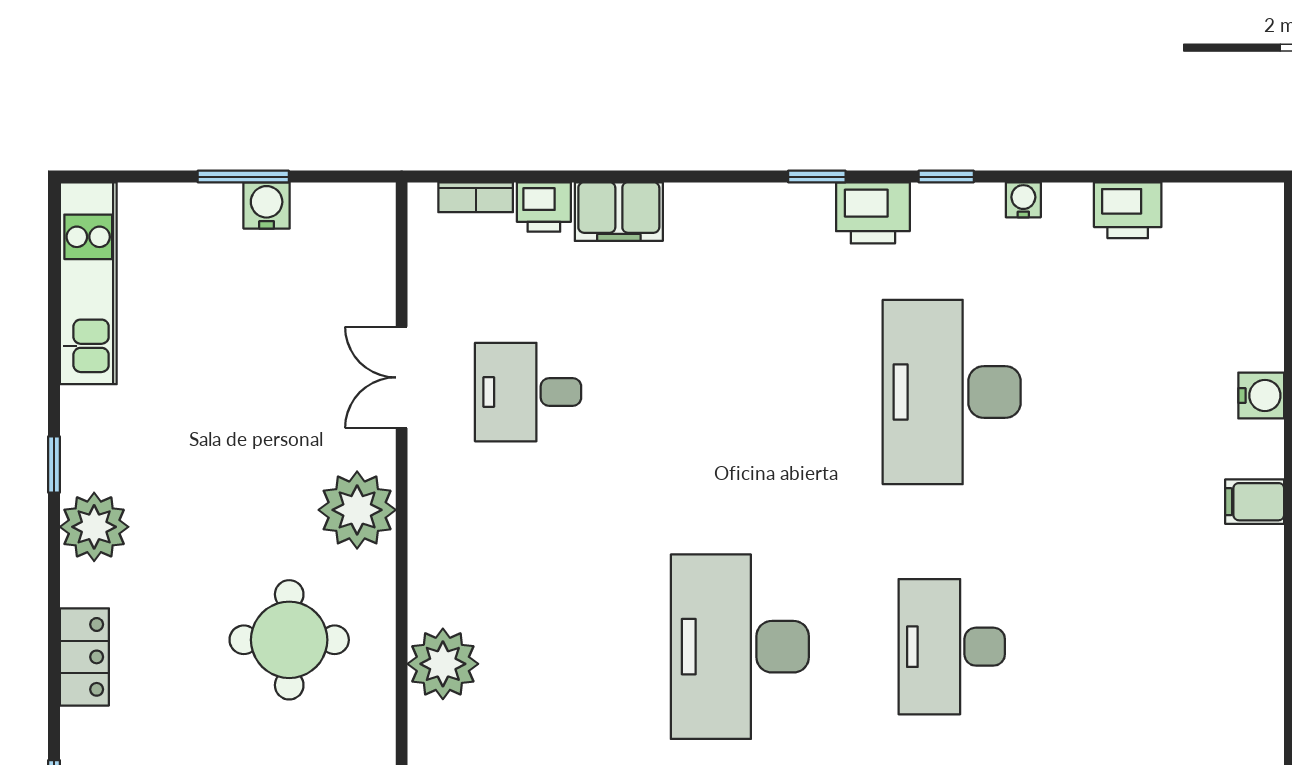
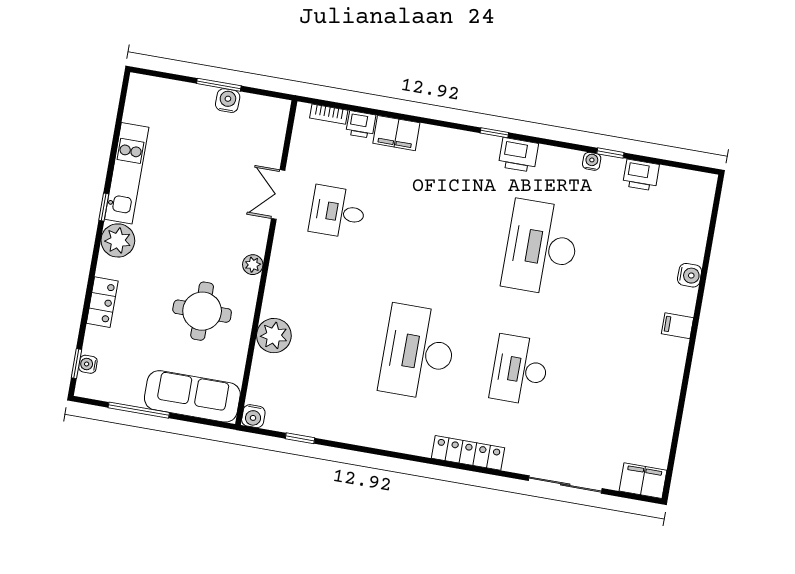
window: (946, 177) -> (610, 153), moved
kitchen unit: (88, 283) -> (127, 173), moved
plant: (357, 510) -> (253, 265), width x0.53, depth x0.53

